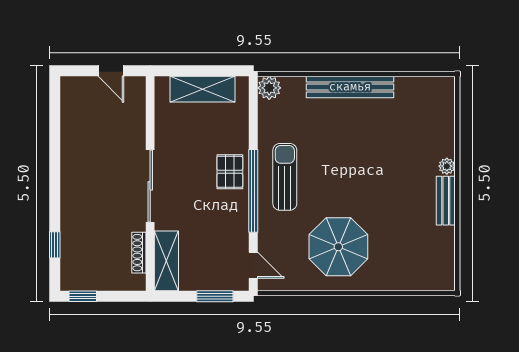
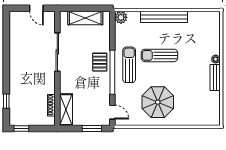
sun lounger: (342, 159) -> (159, 55), added
sliding door: (150, 186) -> (57, 52), moved

